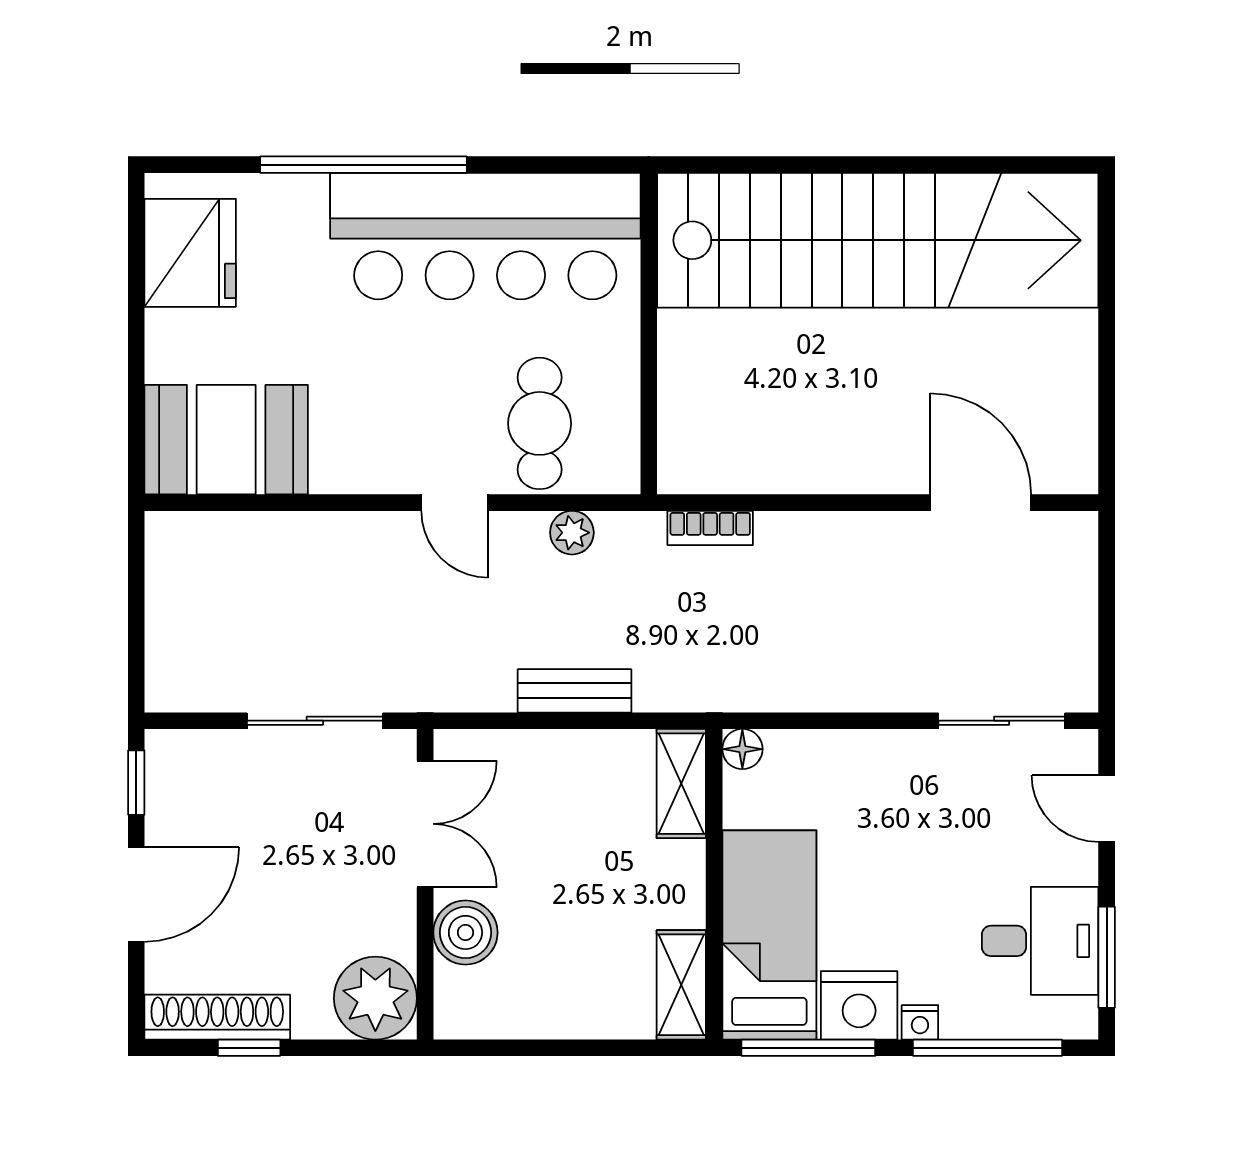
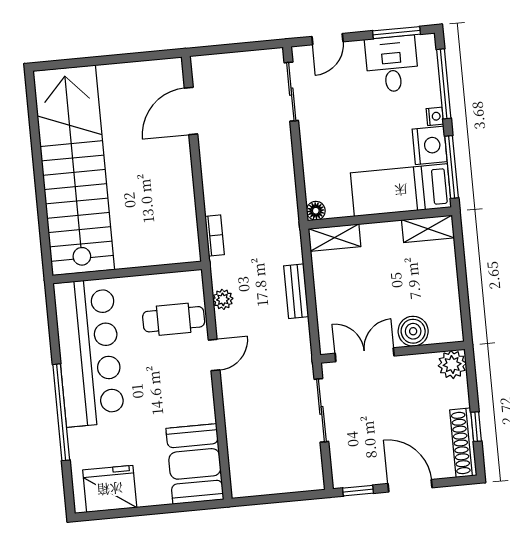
plant: (375, 998) -> (452, 365), width x0.73, depth x0.73

